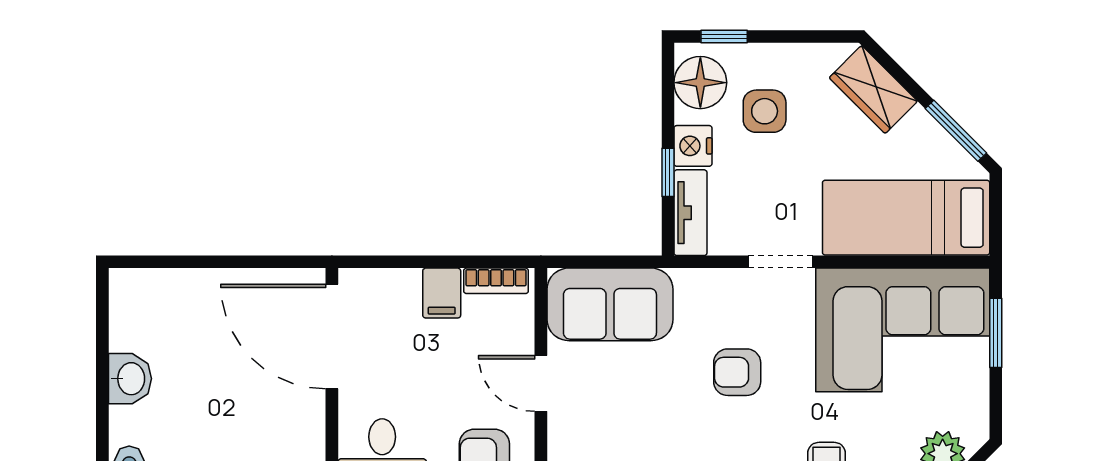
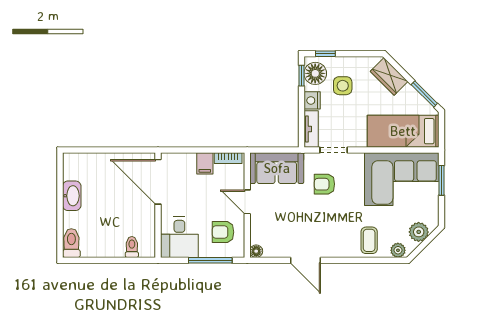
window: (668, 172) -> (301, 76), moved
doorway: (780, 262) -> (334, 150), moved
armchair: (737, 372) -> (324, 184), moved
washbasin: (130, 379) -> (72, 196), width x1.38

